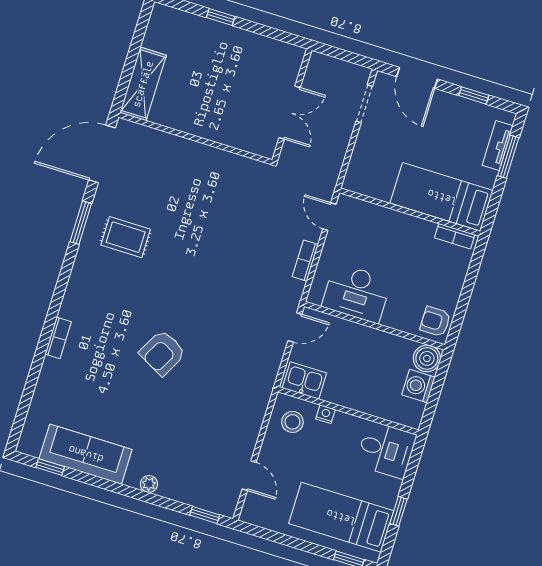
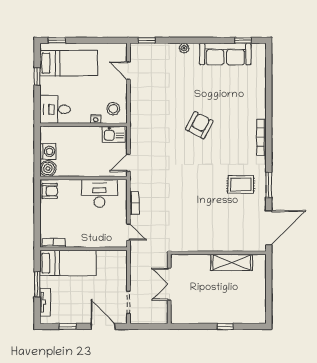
shelving: (143, 84) -> (232, 262), moved, turned 90
window: (508, 157) -> (37, 284), moved
bookcase: (58, 338) -> (261, 137), moved, width x1.56

